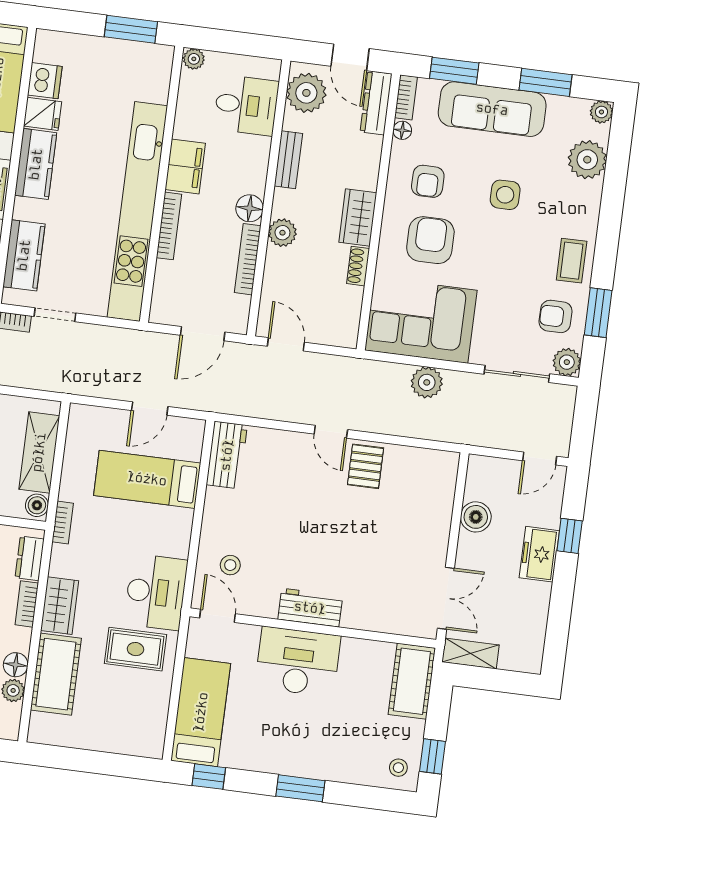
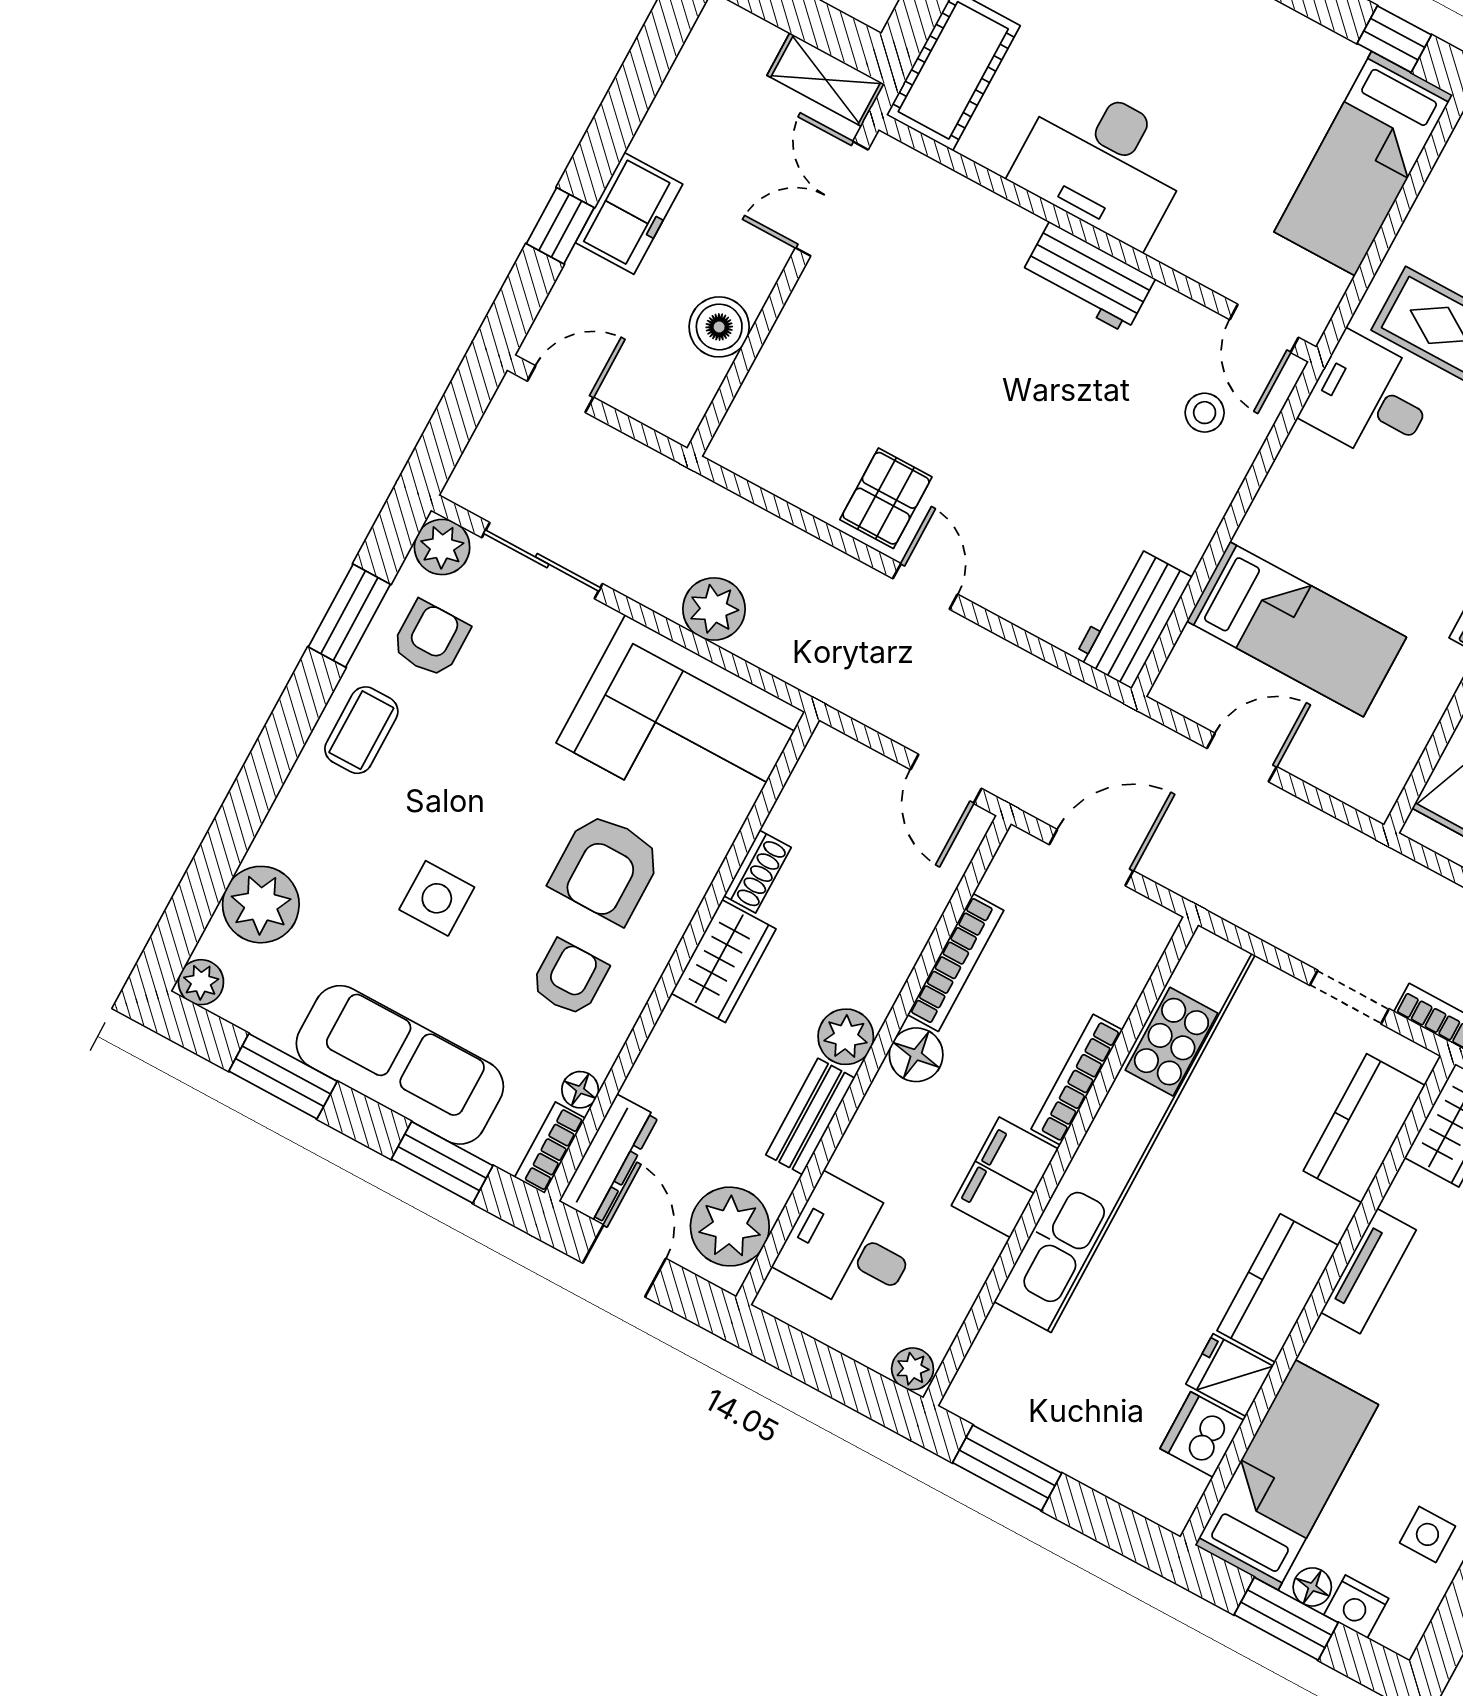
plant: (282, 233) -> (846, 1037), moved
armchair: (556, 316) -> (430, 639), turned -90
desk: (156, 592) -> (1370, 399), width x0.73
desk: (298, 662) -> (1103, 162), moved

